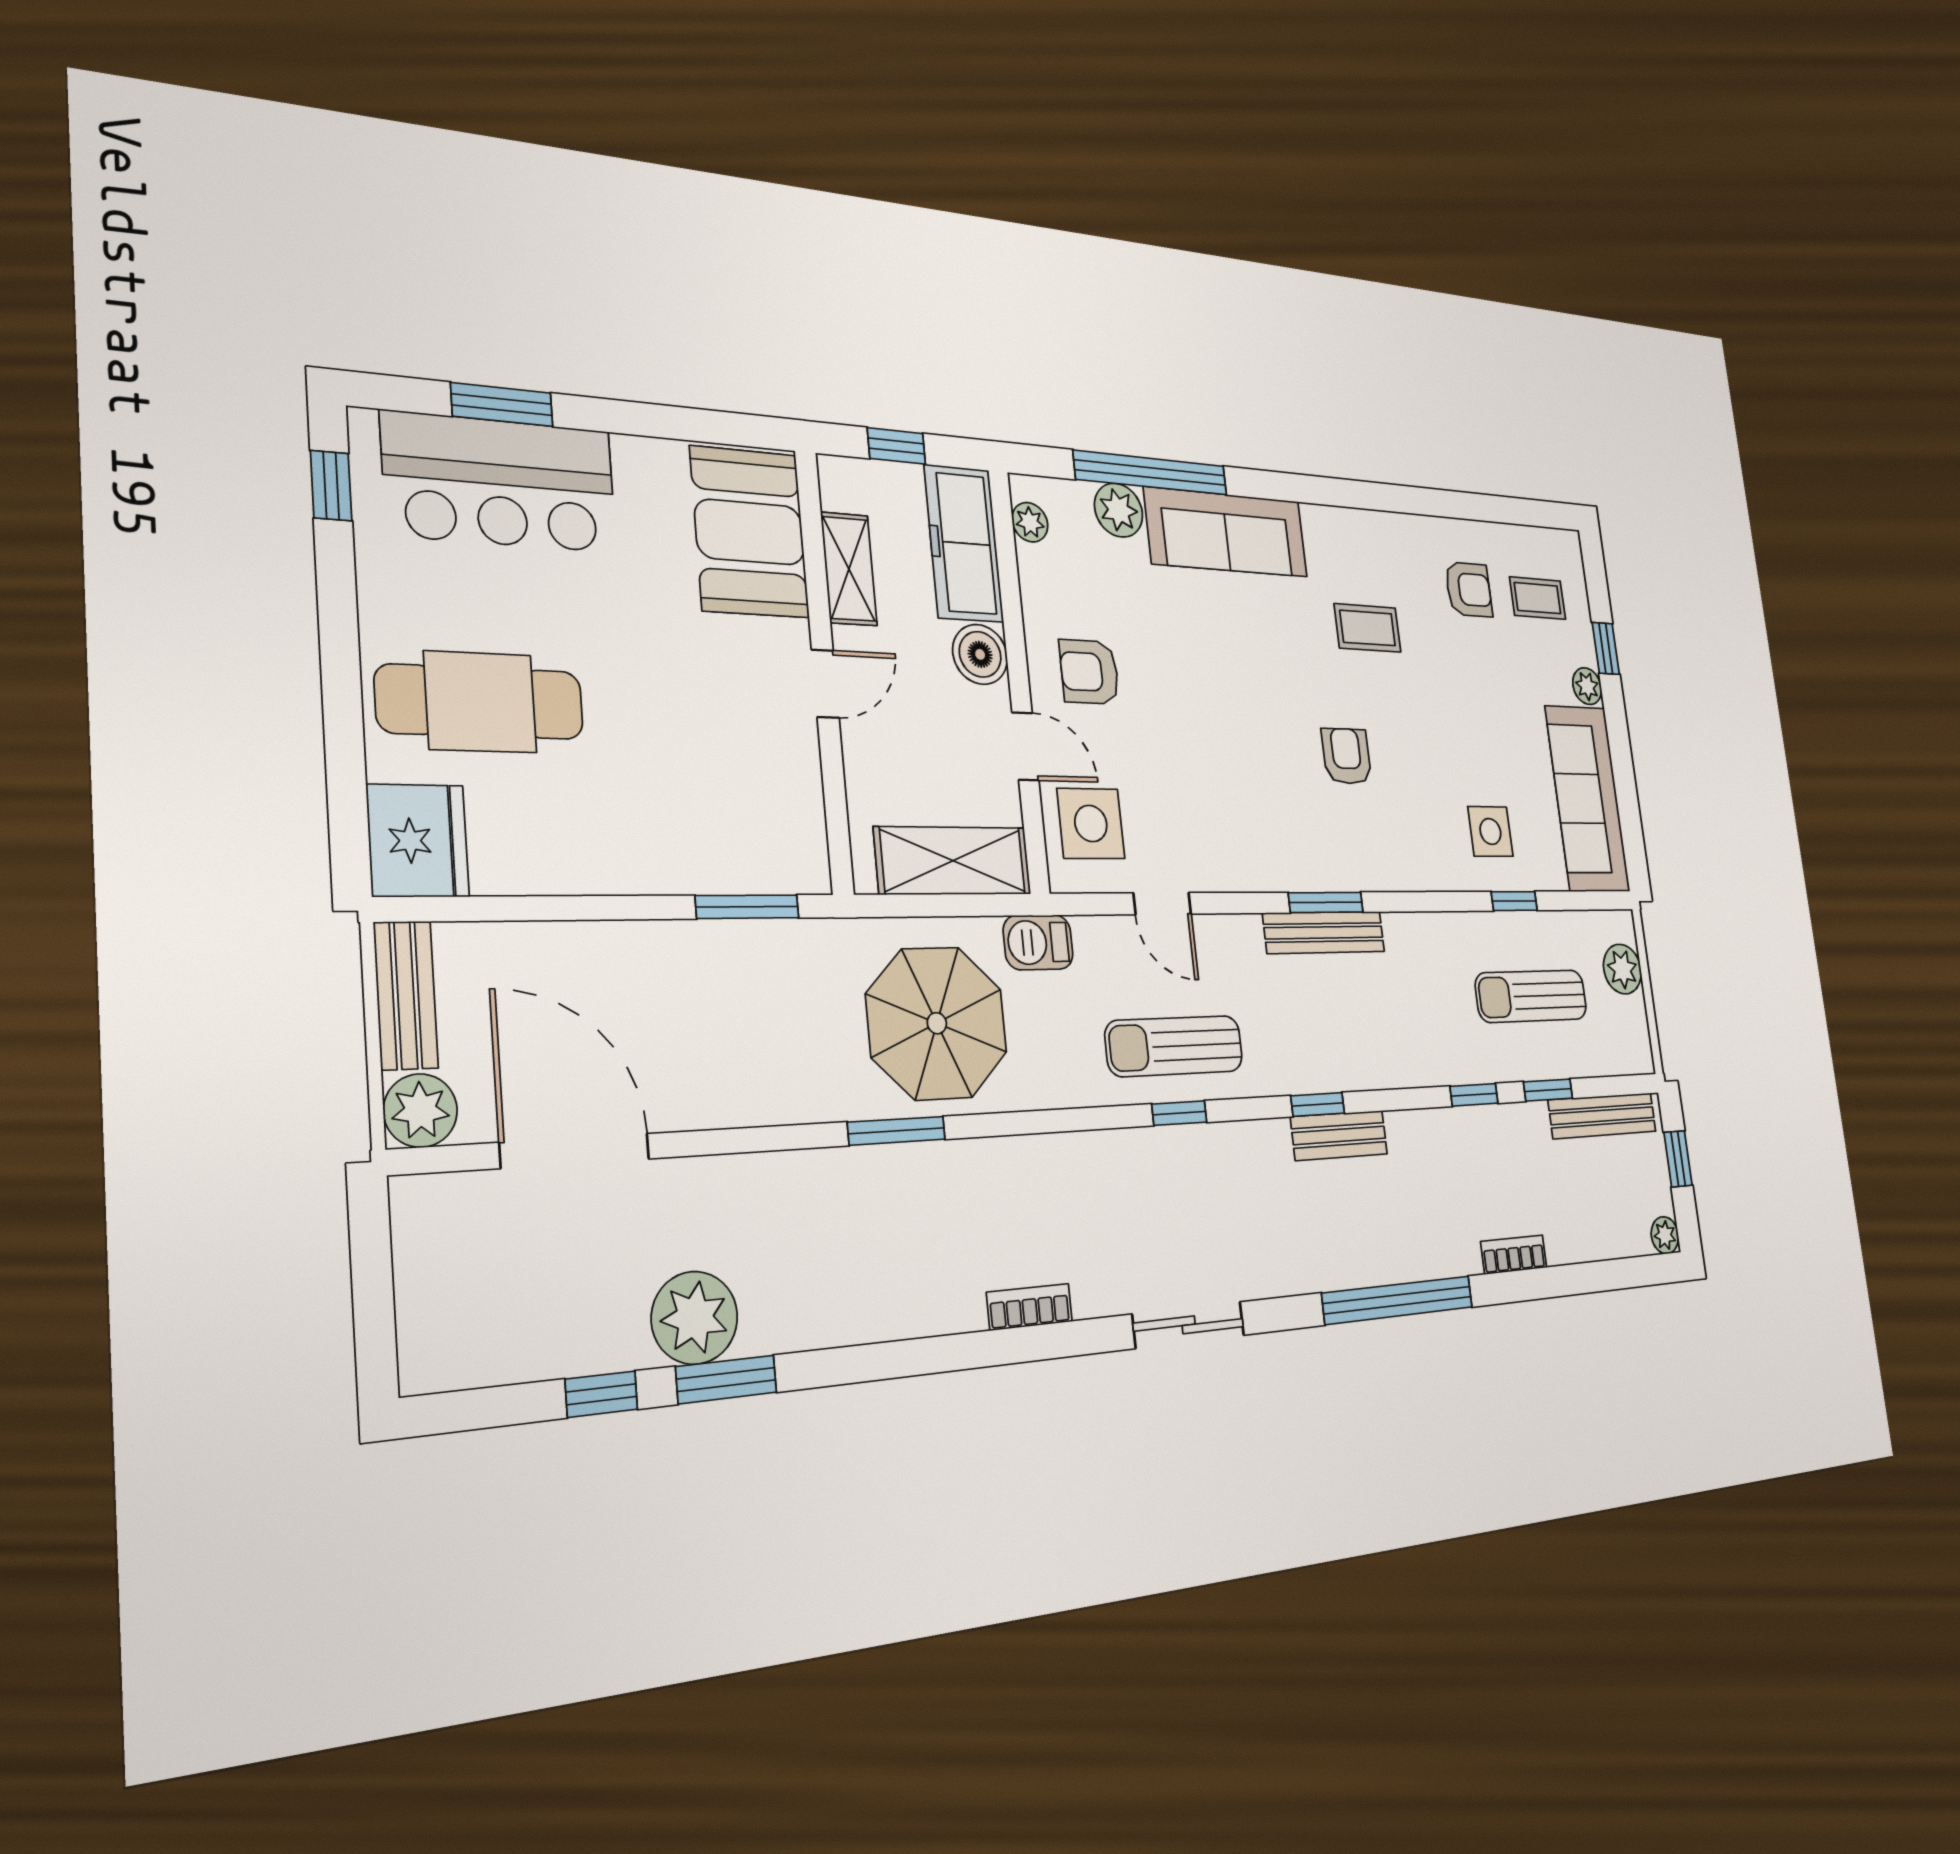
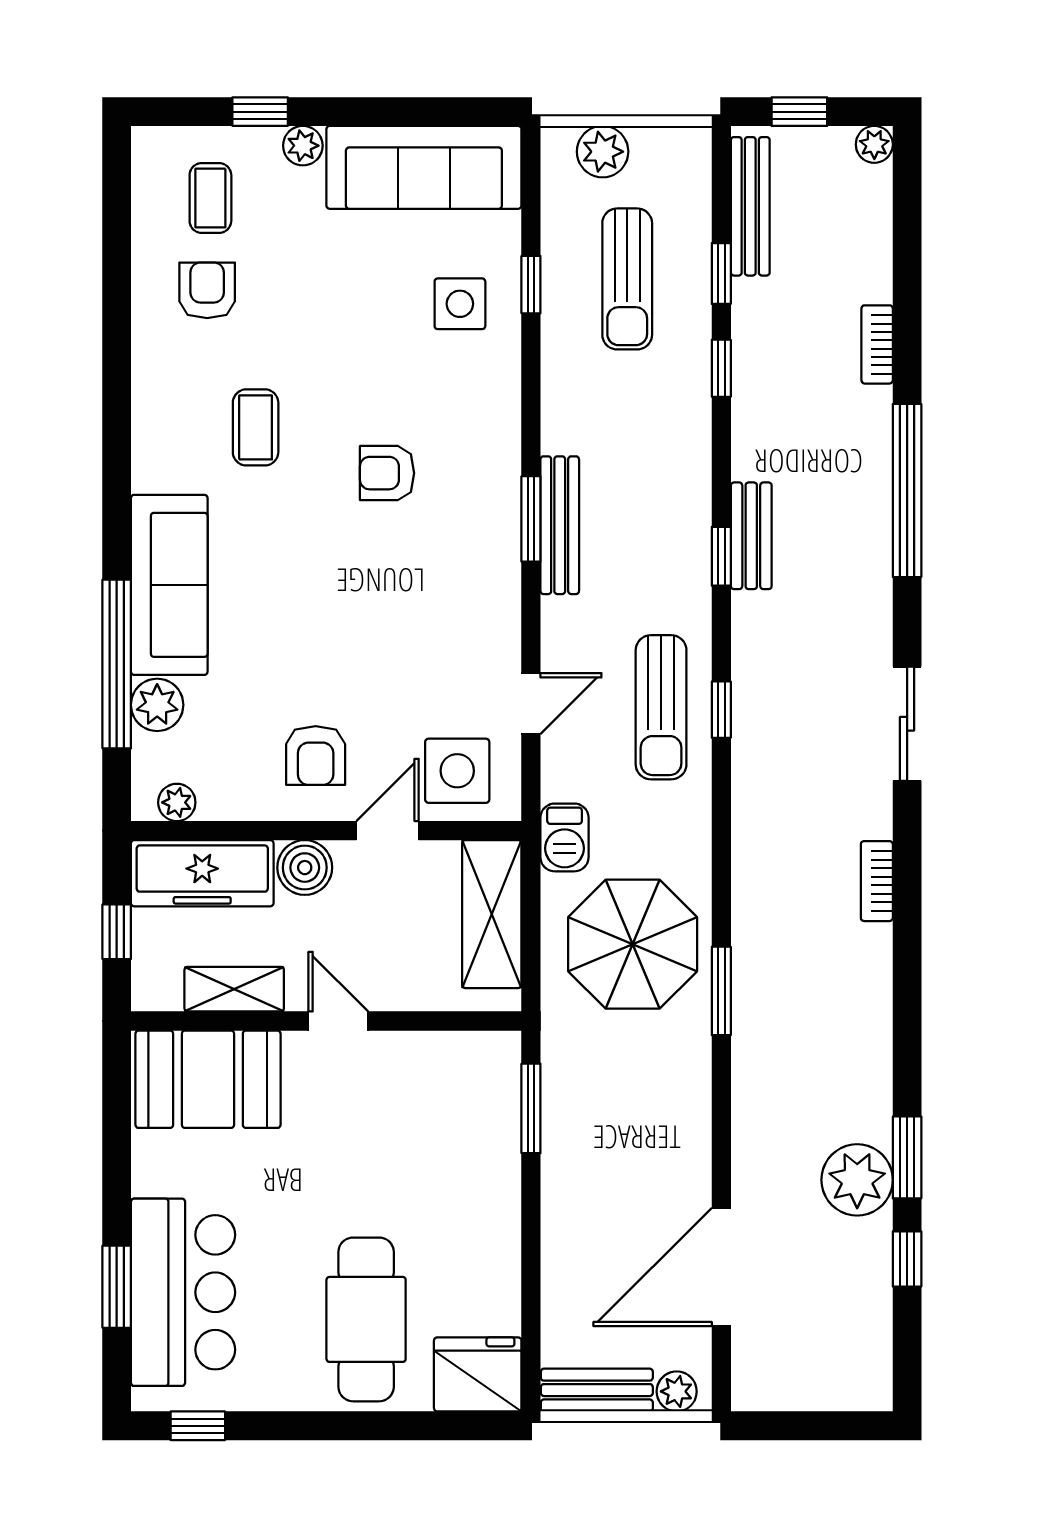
plant: (420, 1111) -> (677, 1391), width x0.73, depth x0.73

